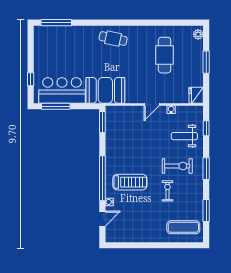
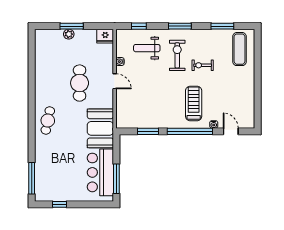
plant: (198, 34) -> (69, 34), moved
cafe table: (165, 55) -> (80, 83), moved, turned 90
window: (31, 79) -> (59, 204), moved
window: (102, 122) -> (148, 131), moved
weight bench: (184, 136) -> (147, 48), turned 90

